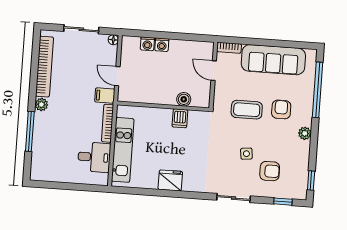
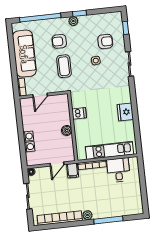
boiler: (184, 99) -> (67, 130), moved
armchair: (270, 171) -> (105, 41), turned 90
window: (311, 181) -> (80, 13), moved

